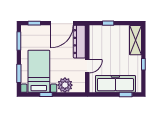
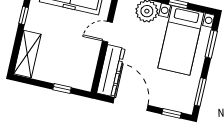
door: (62, 23) -> (131, 104), hinge flipped

